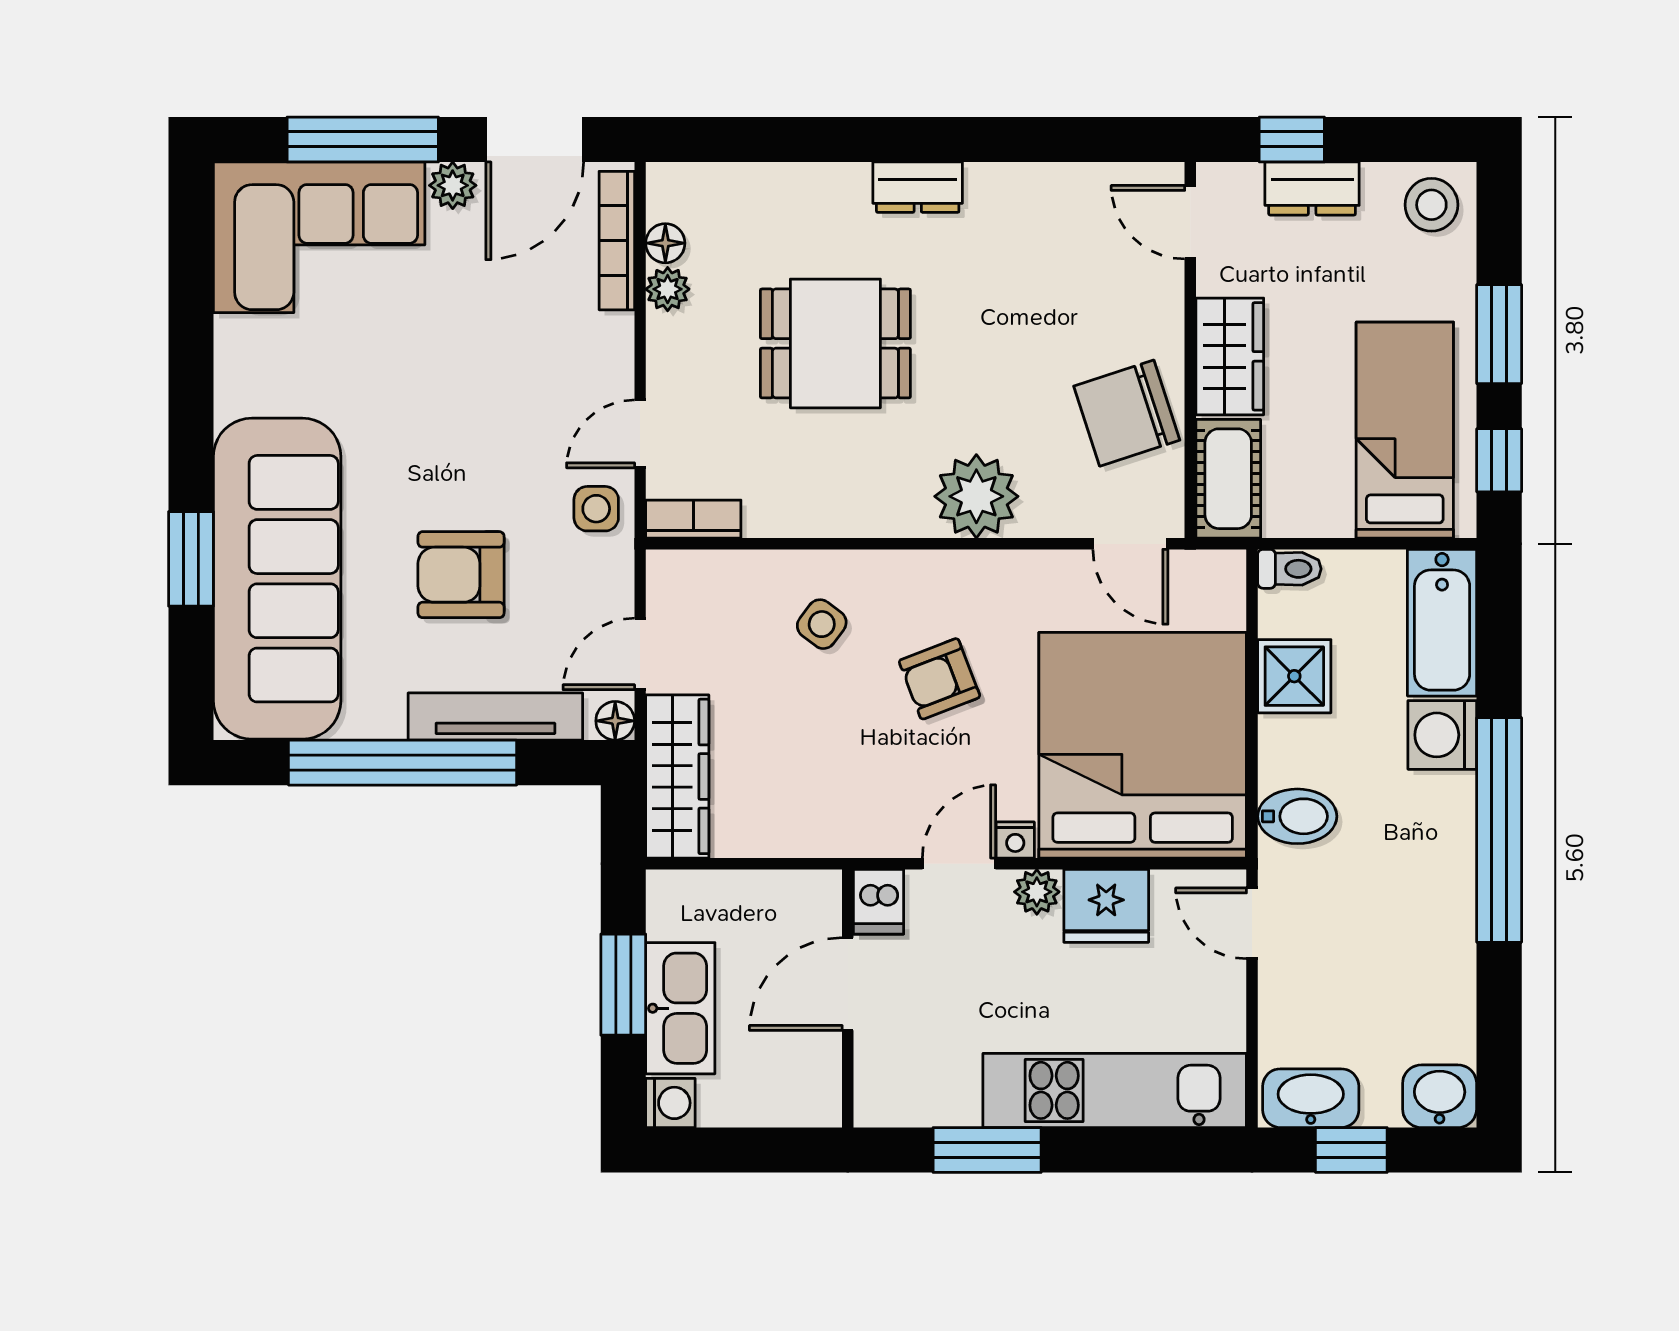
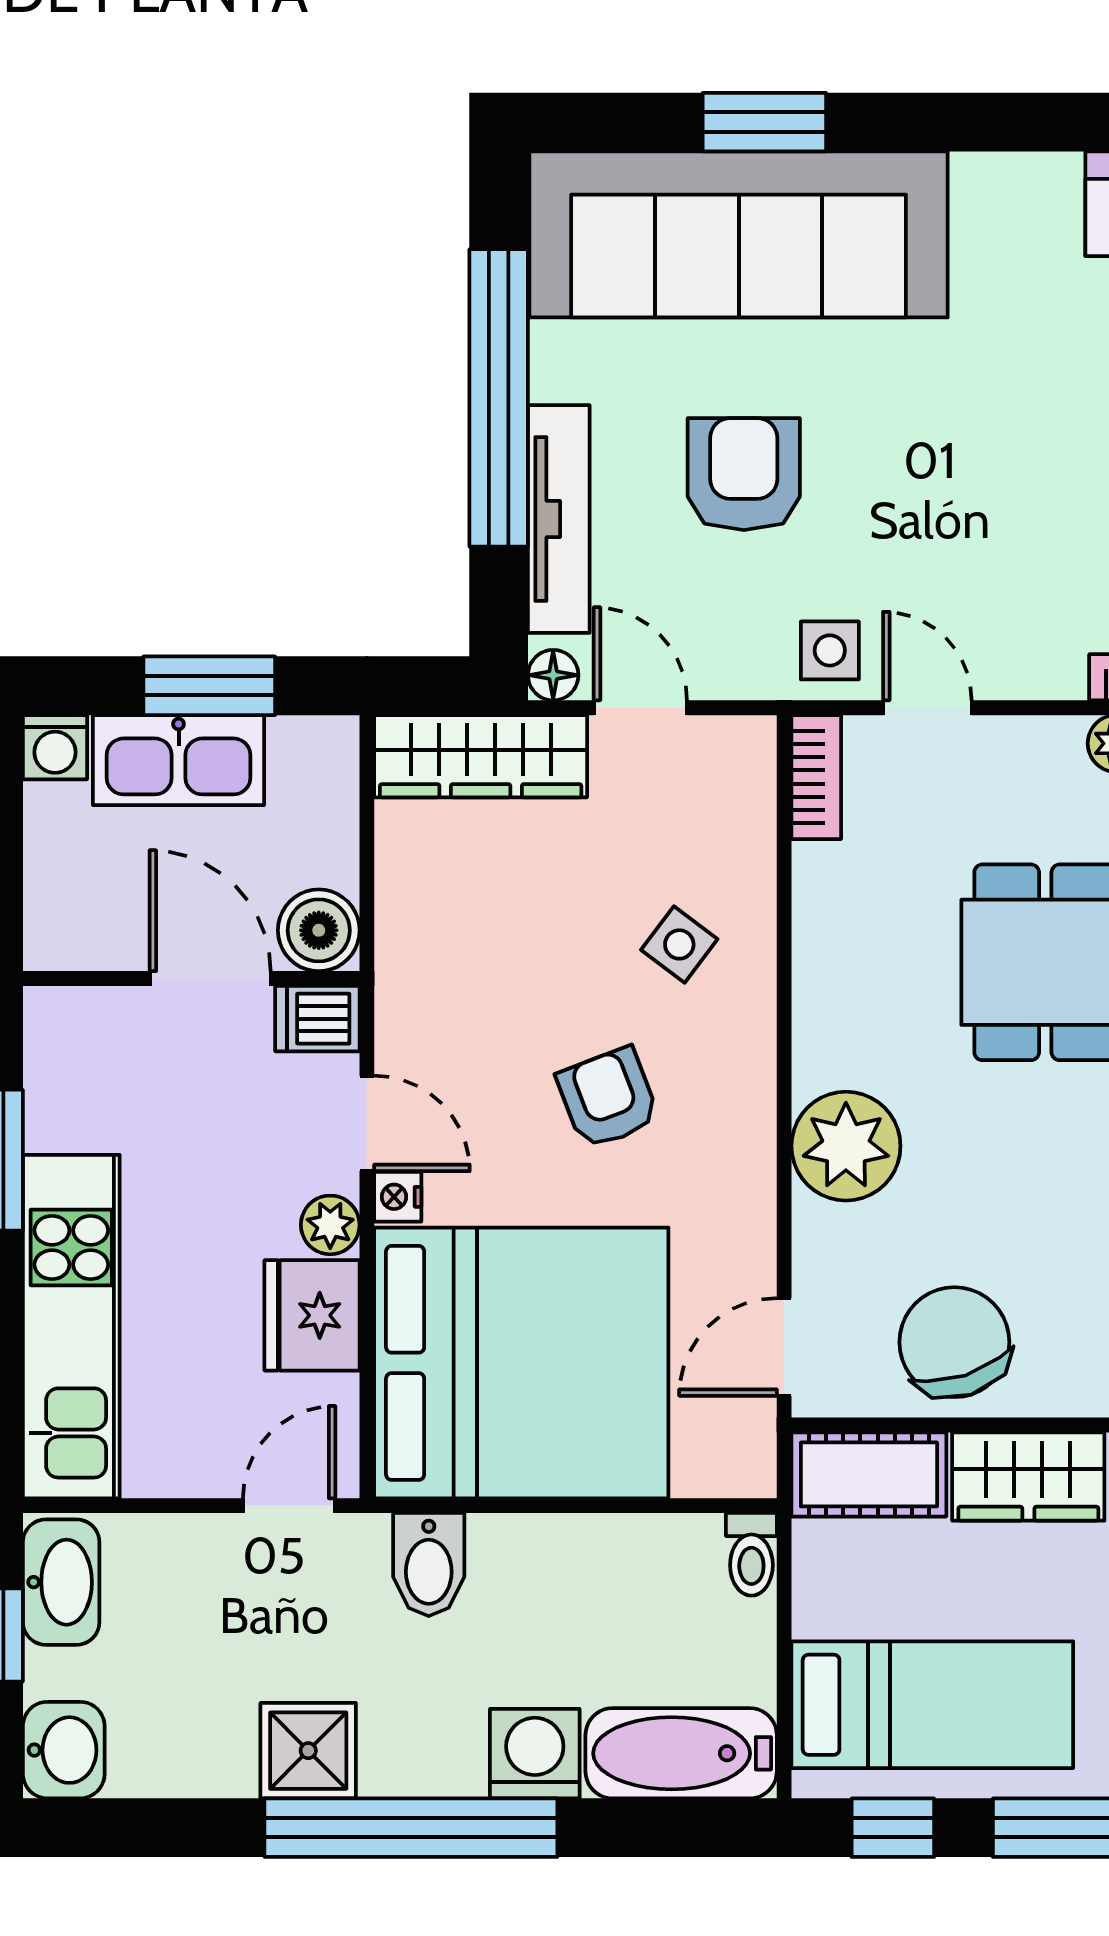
shower: (1294, 676) -> (308, 1751), moved
boiler: (811, 901) -> (319, 930), added

